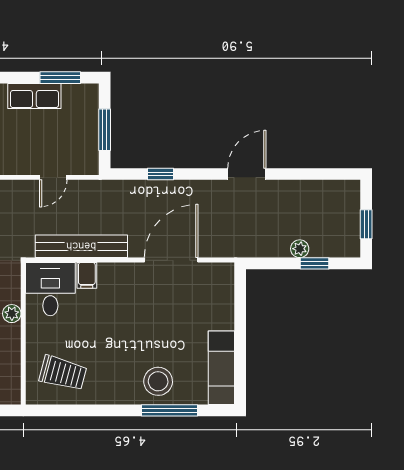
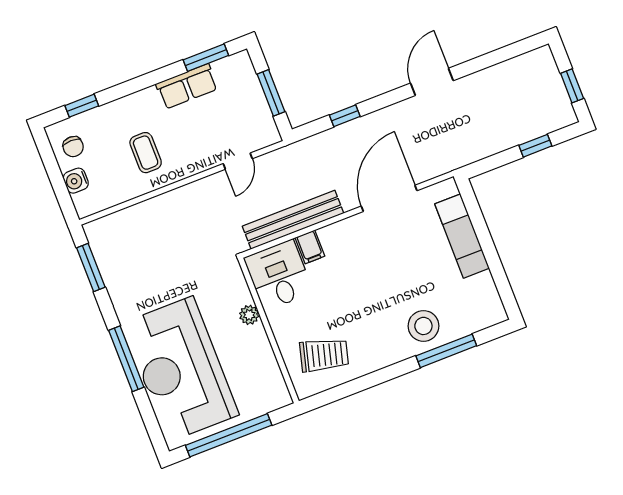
plant: (300, 249) -> (515, 137), removed
exam couch: (221, 368) -> (462, 236), moved

